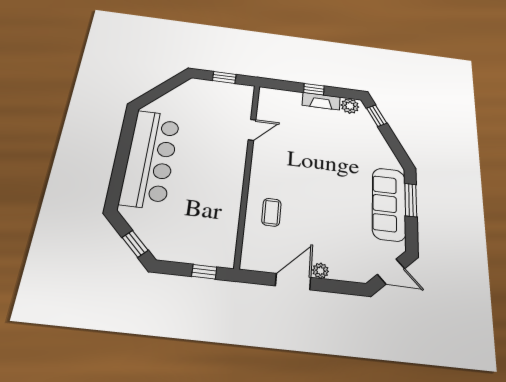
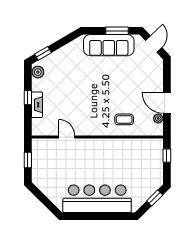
fireplace: (321, 101) -> (37, 105), moved
window: (411, 200) -> (117, 31), moved
plant: (321, 271) -> (158, 118), moved

